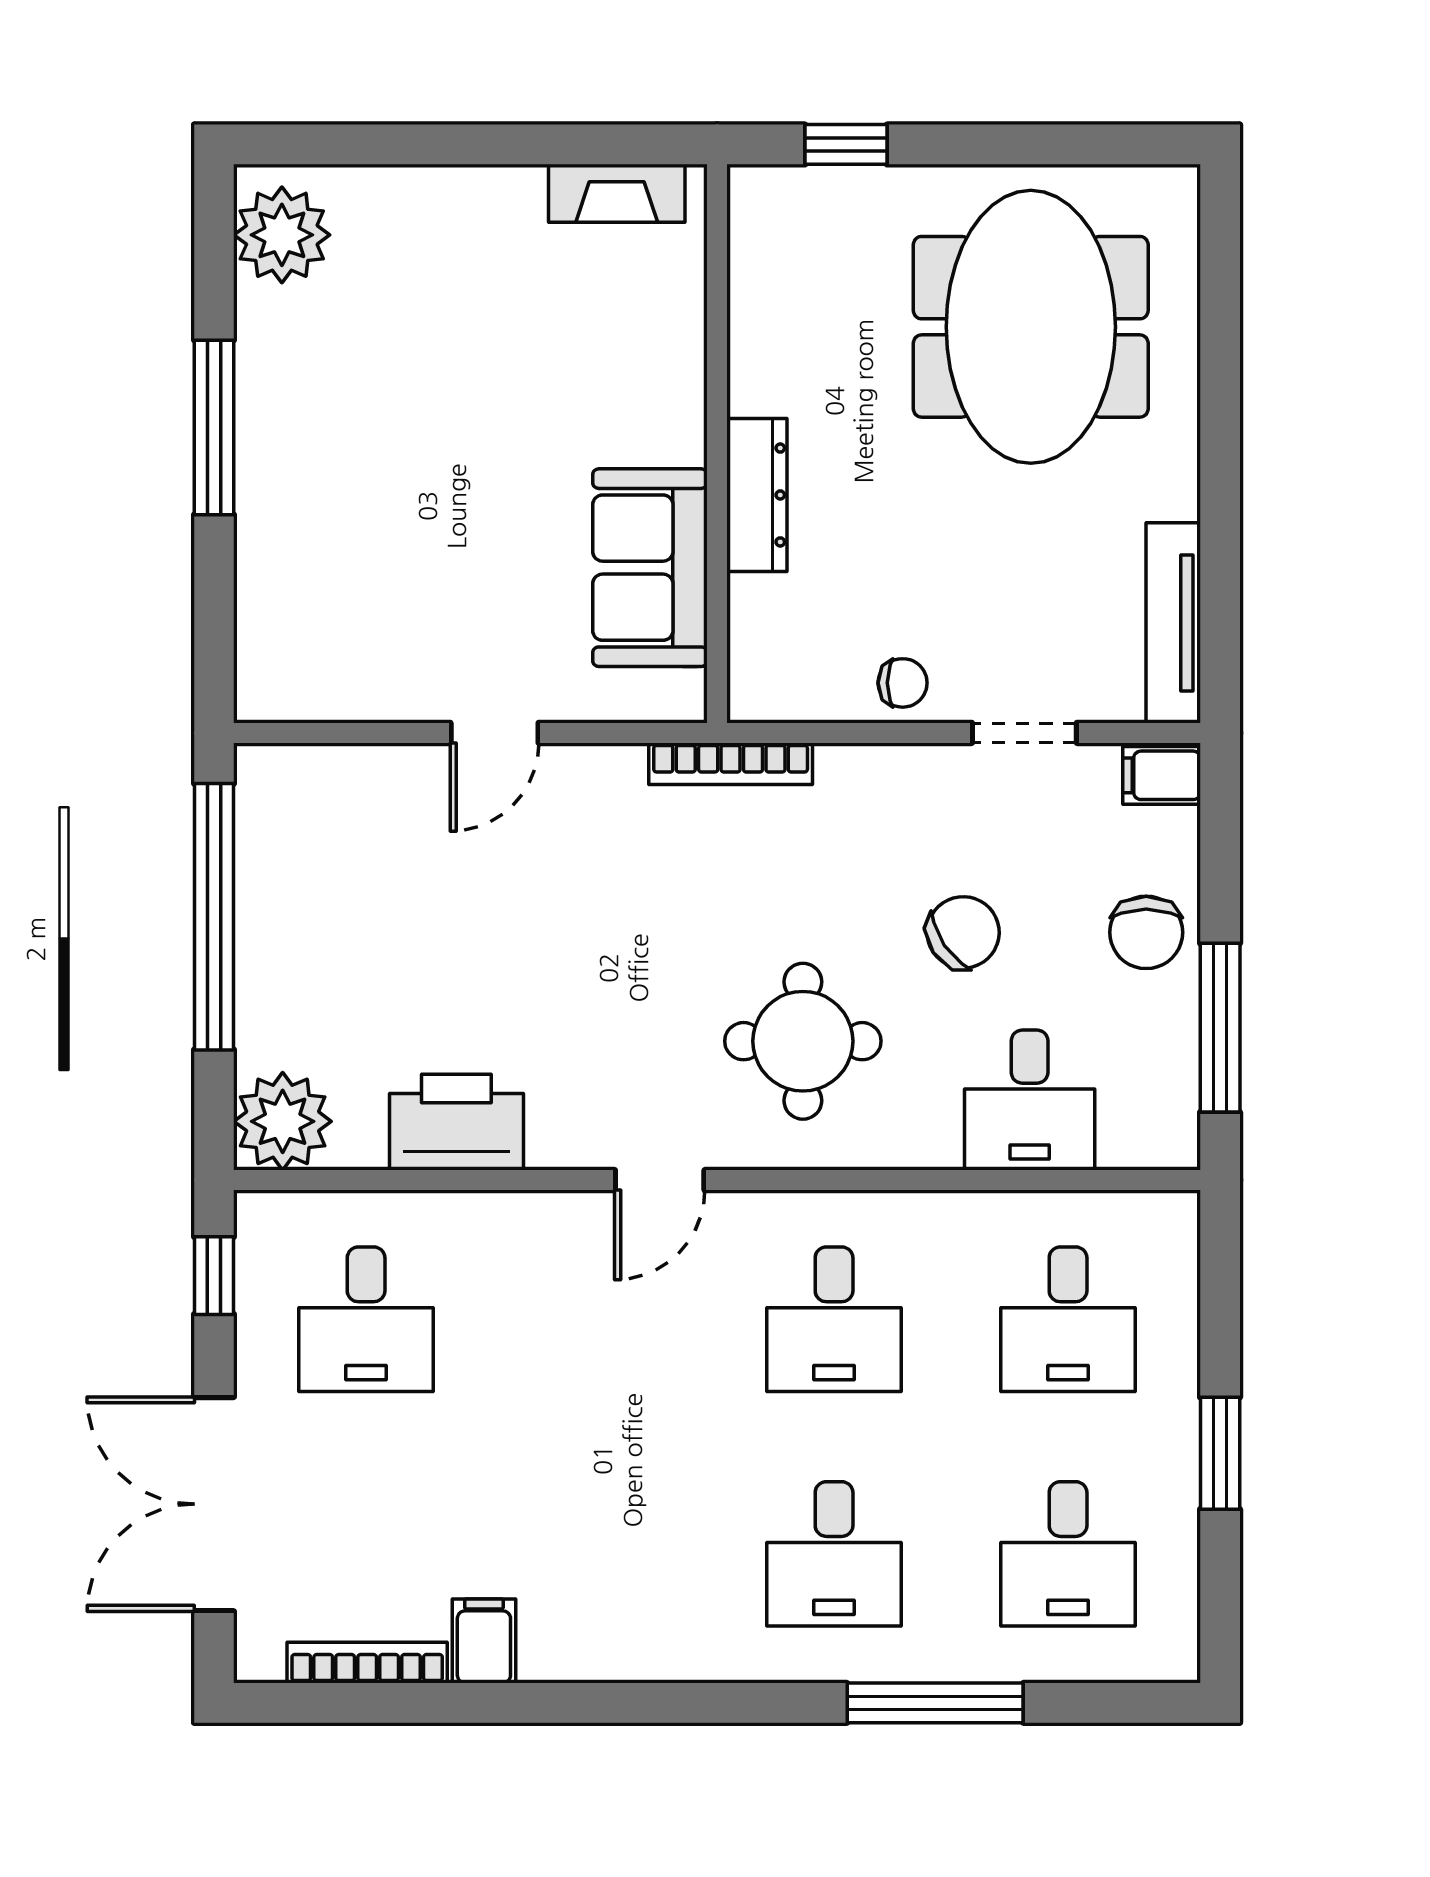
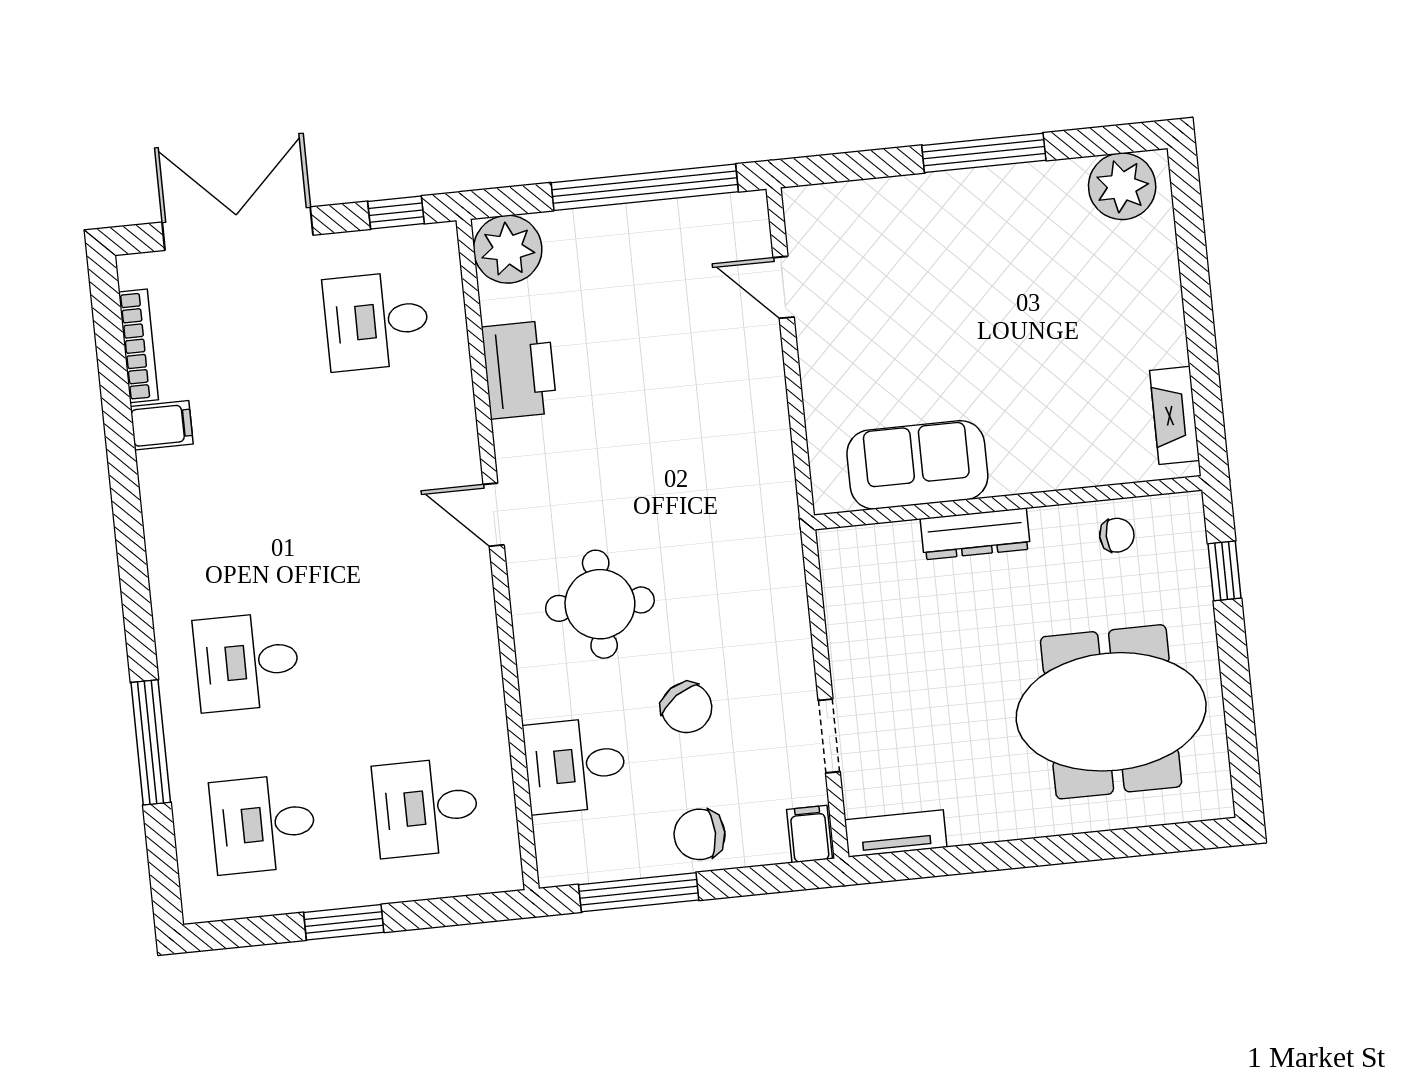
tv unit: (1173, 623) -> (896, 833), width x0.71
chair: (903, 683) -> (1117, 535), moved, turned -90
door: (495, 733) -> (784, 287), moved
bookcase: (731, 764) -> (787, 535), removed
desk: (834, 1319) -> (409, 645), removed

